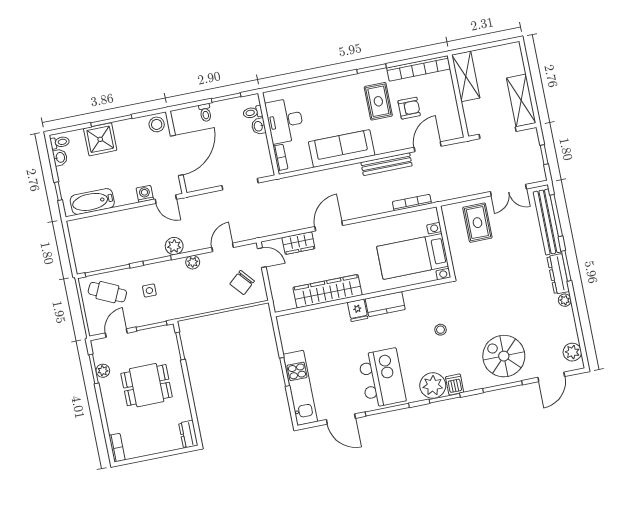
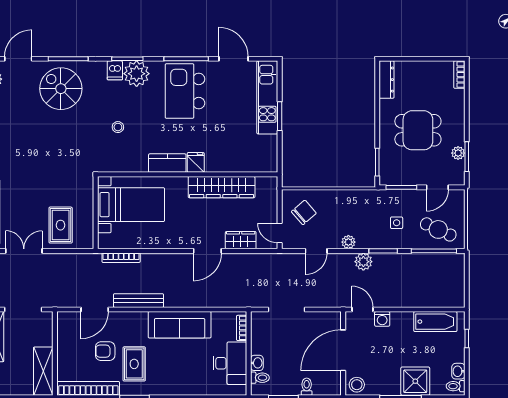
spiral stairs: (504, 356) -> (61, 89), turned 180
dresser: (188, 434) -> (387, 80), width x1.44

